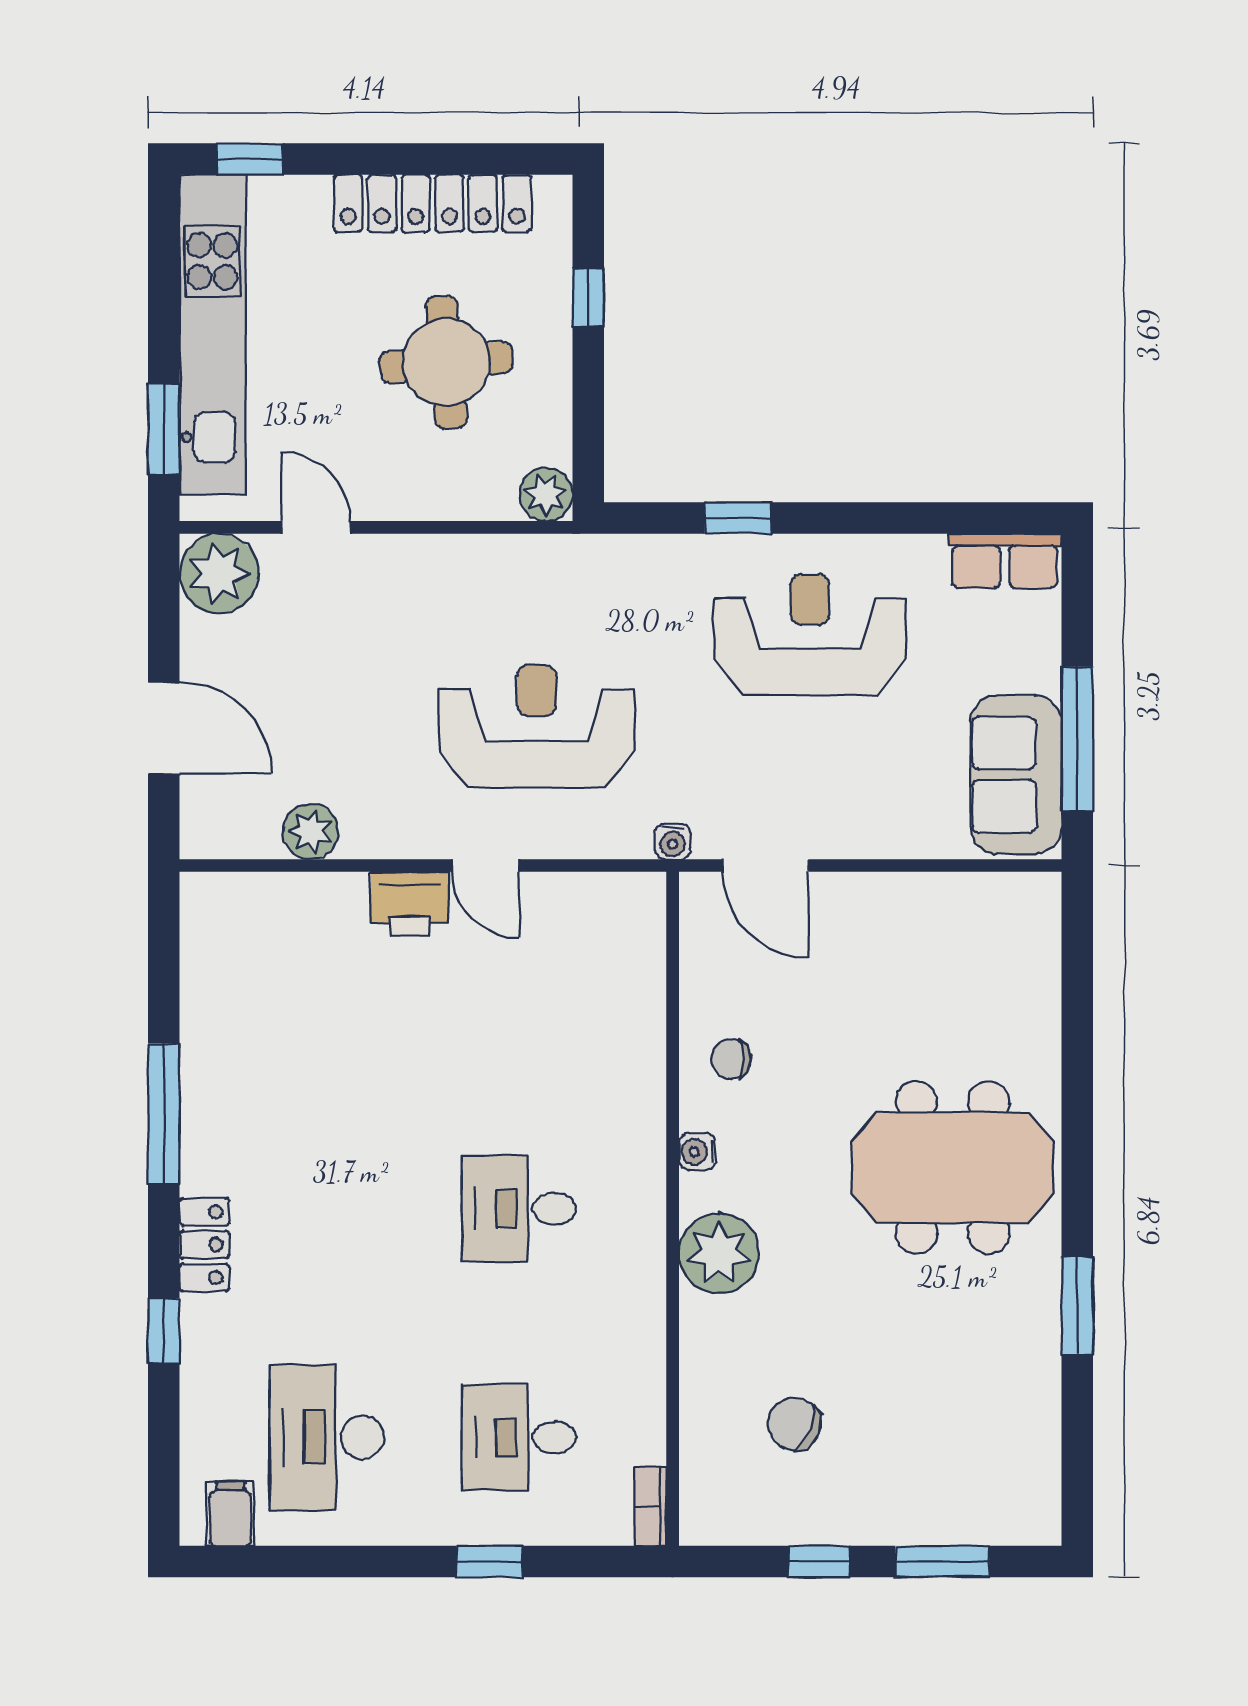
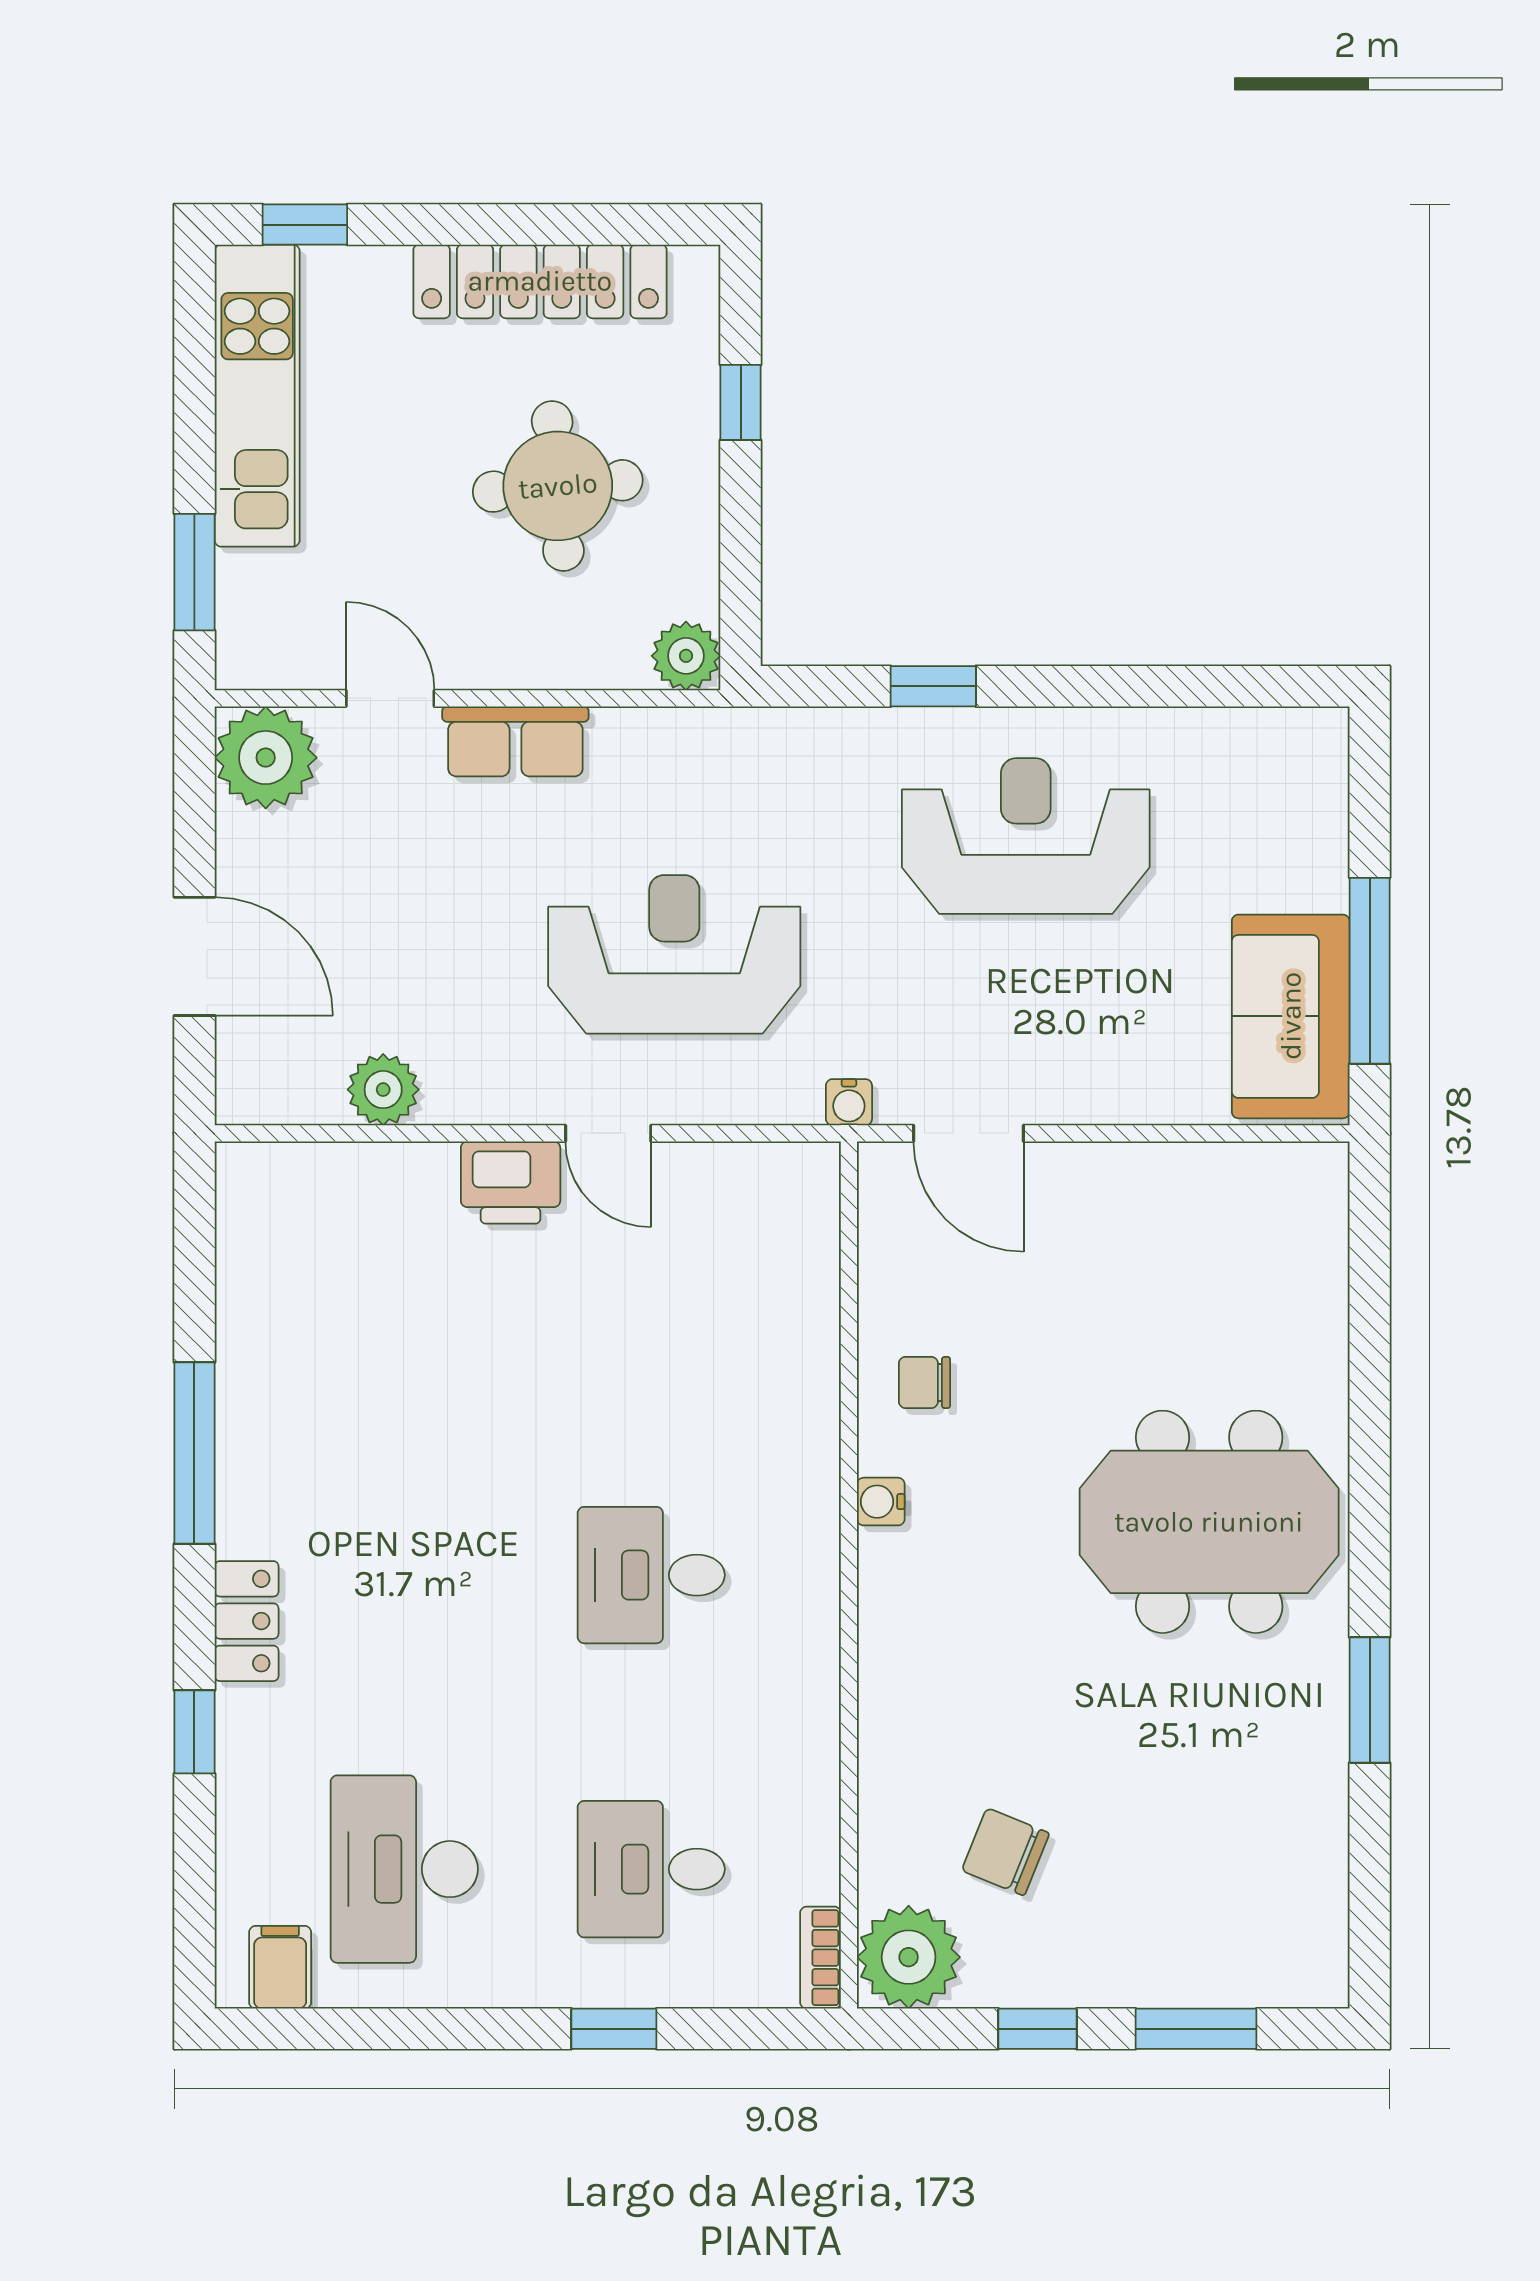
kitchen unit: (212, 335) -> (257, 396), width x0.73
row of seats: (1005, 561) -> (515, 741), moved
plant: (719, 1253) -> (909, 1957), moved

